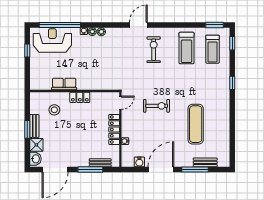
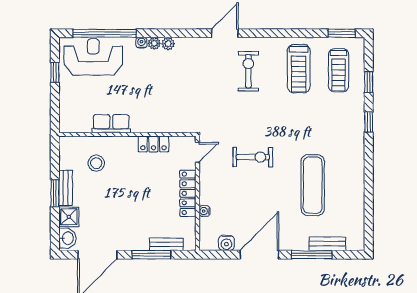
window: (232, 43) -> (369, 82), moved
locker: (80, 97) -> (153, 144), moved

